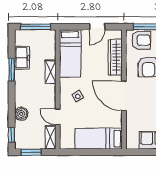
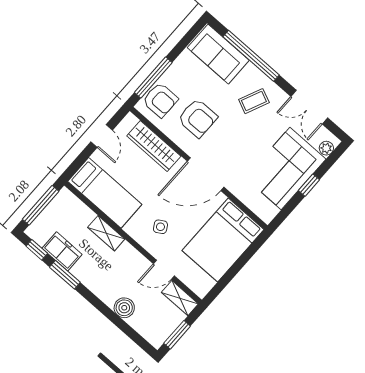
armchair: (141, 40) -> (160, 100), turned 90
window: (12, 135) -> (37, 250), moved
bed: (99, 139) -> (223, 240), width x1.50

